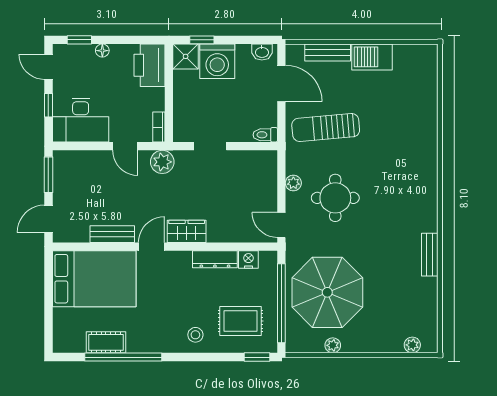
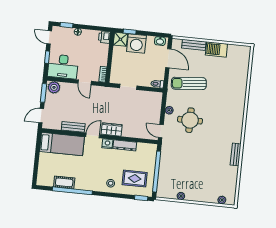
printer: (150, 65) -> (104, 37), width x0.53, depth x0.68
plant: (162, 162) -> (54, 87), moved
nightstand: (248, 260) -> (107, 144), moved
bed: (94, 279) -> (62, 144), width x0.67
parasol: (327, 292) -> (181, 168), removed

